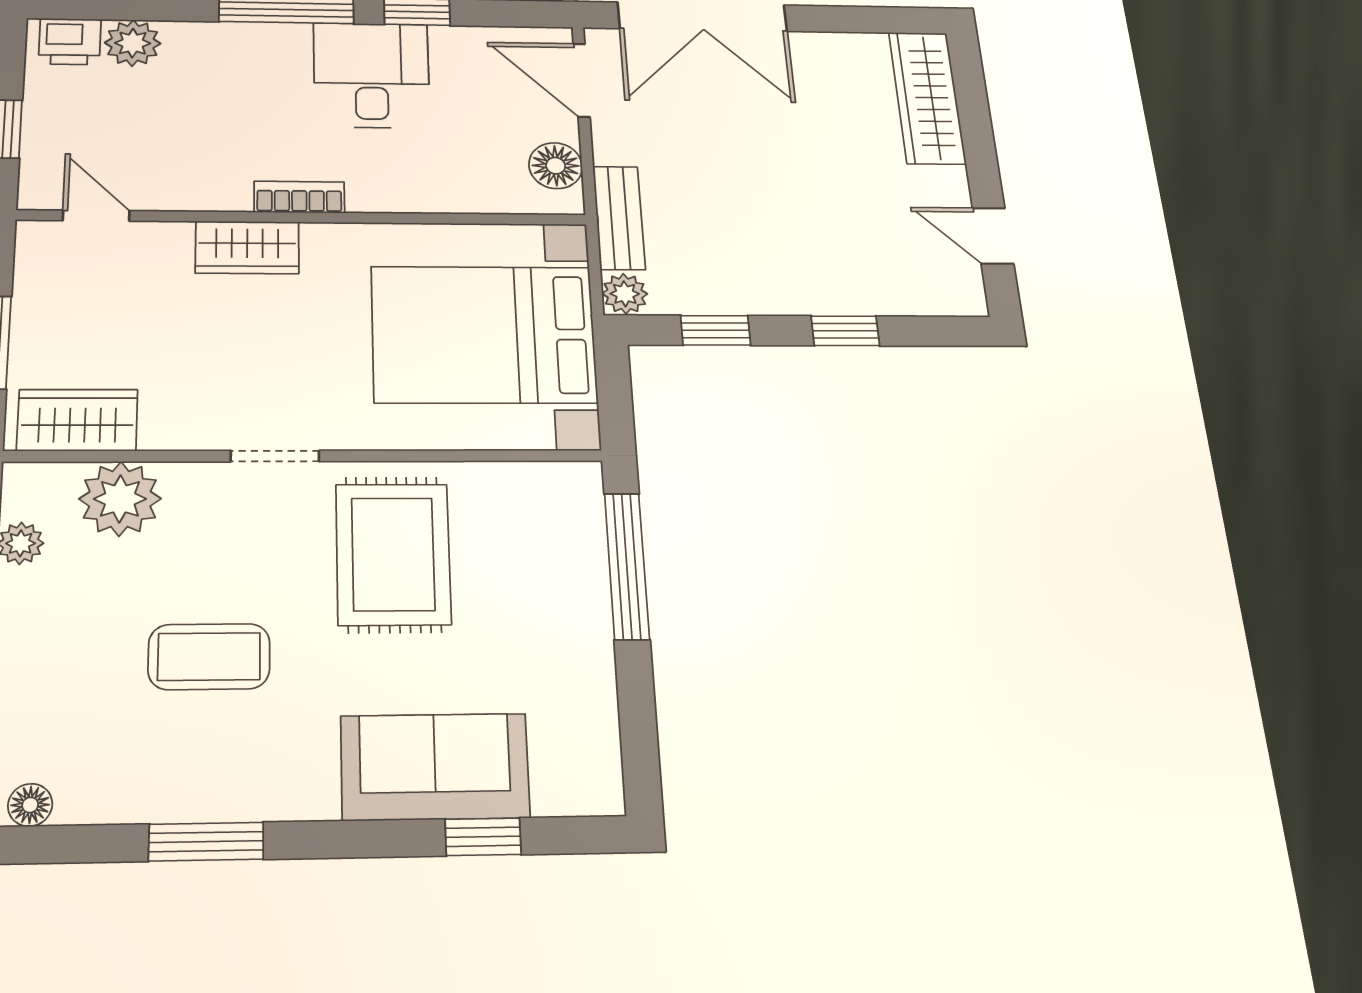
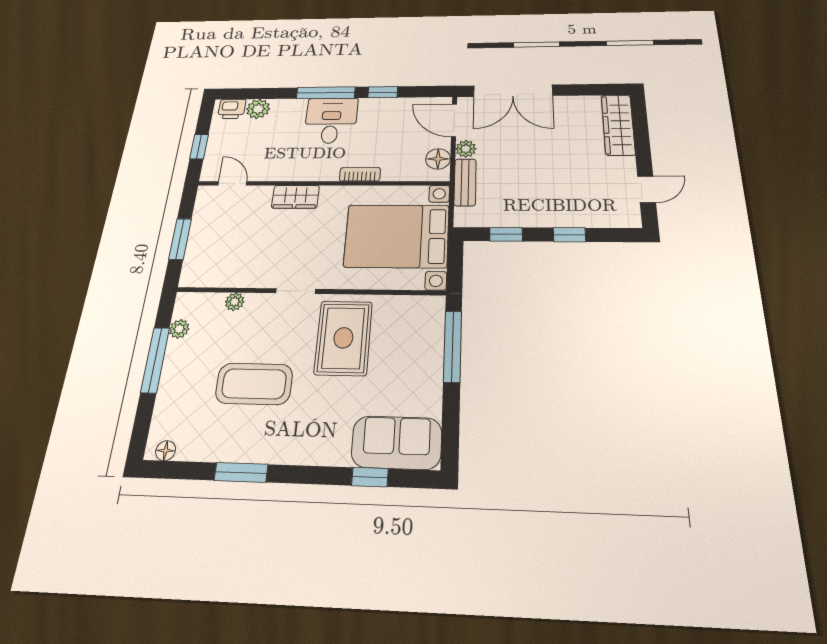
desk: (371, 75) -> (331, 121), moved
bookcase: (299, 197) -> (360, 174), moved
door: (993, 236) -> (647, 189), swing flipped
plant: (625, 294) -> (466, 149), moved
wardrobe: (77, 420) -> (212, 274), removed
plant: (120, 499) -> (235, 302), width x0.53, depth x0.53
coffee table: (209, 657) -> (254, 384), width x1.36, depth x1.32
sofa: (435, 767) -> (397, 443), moved

